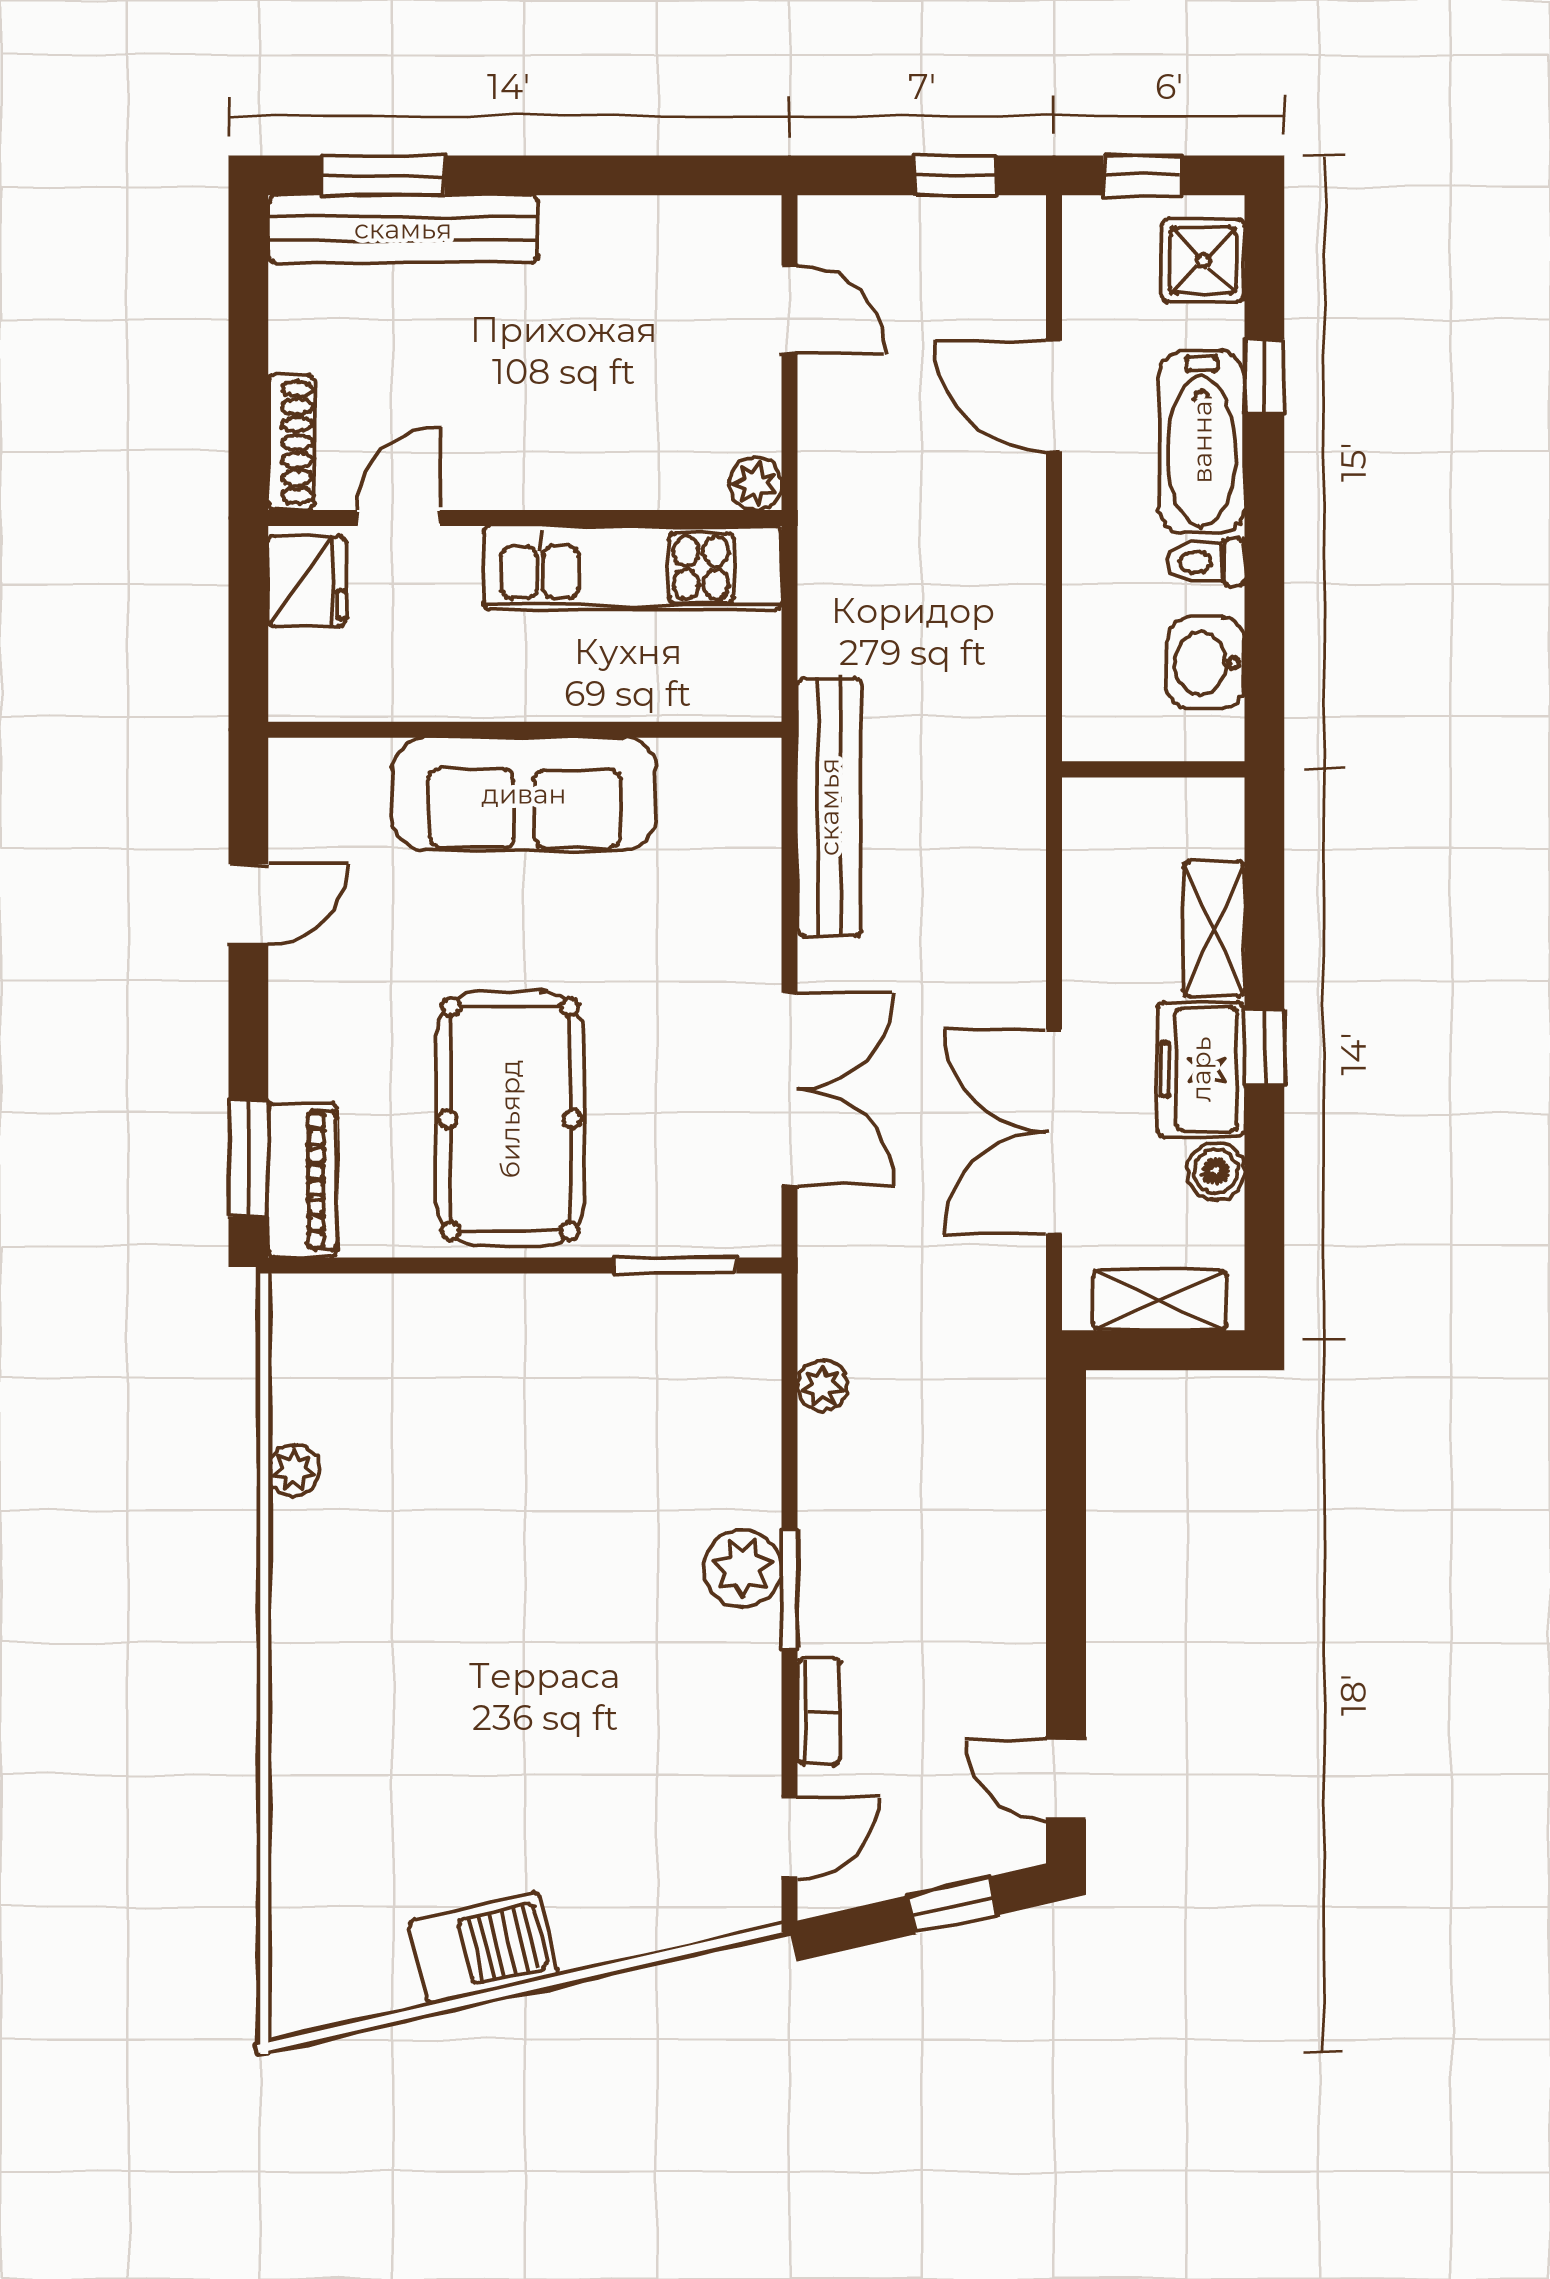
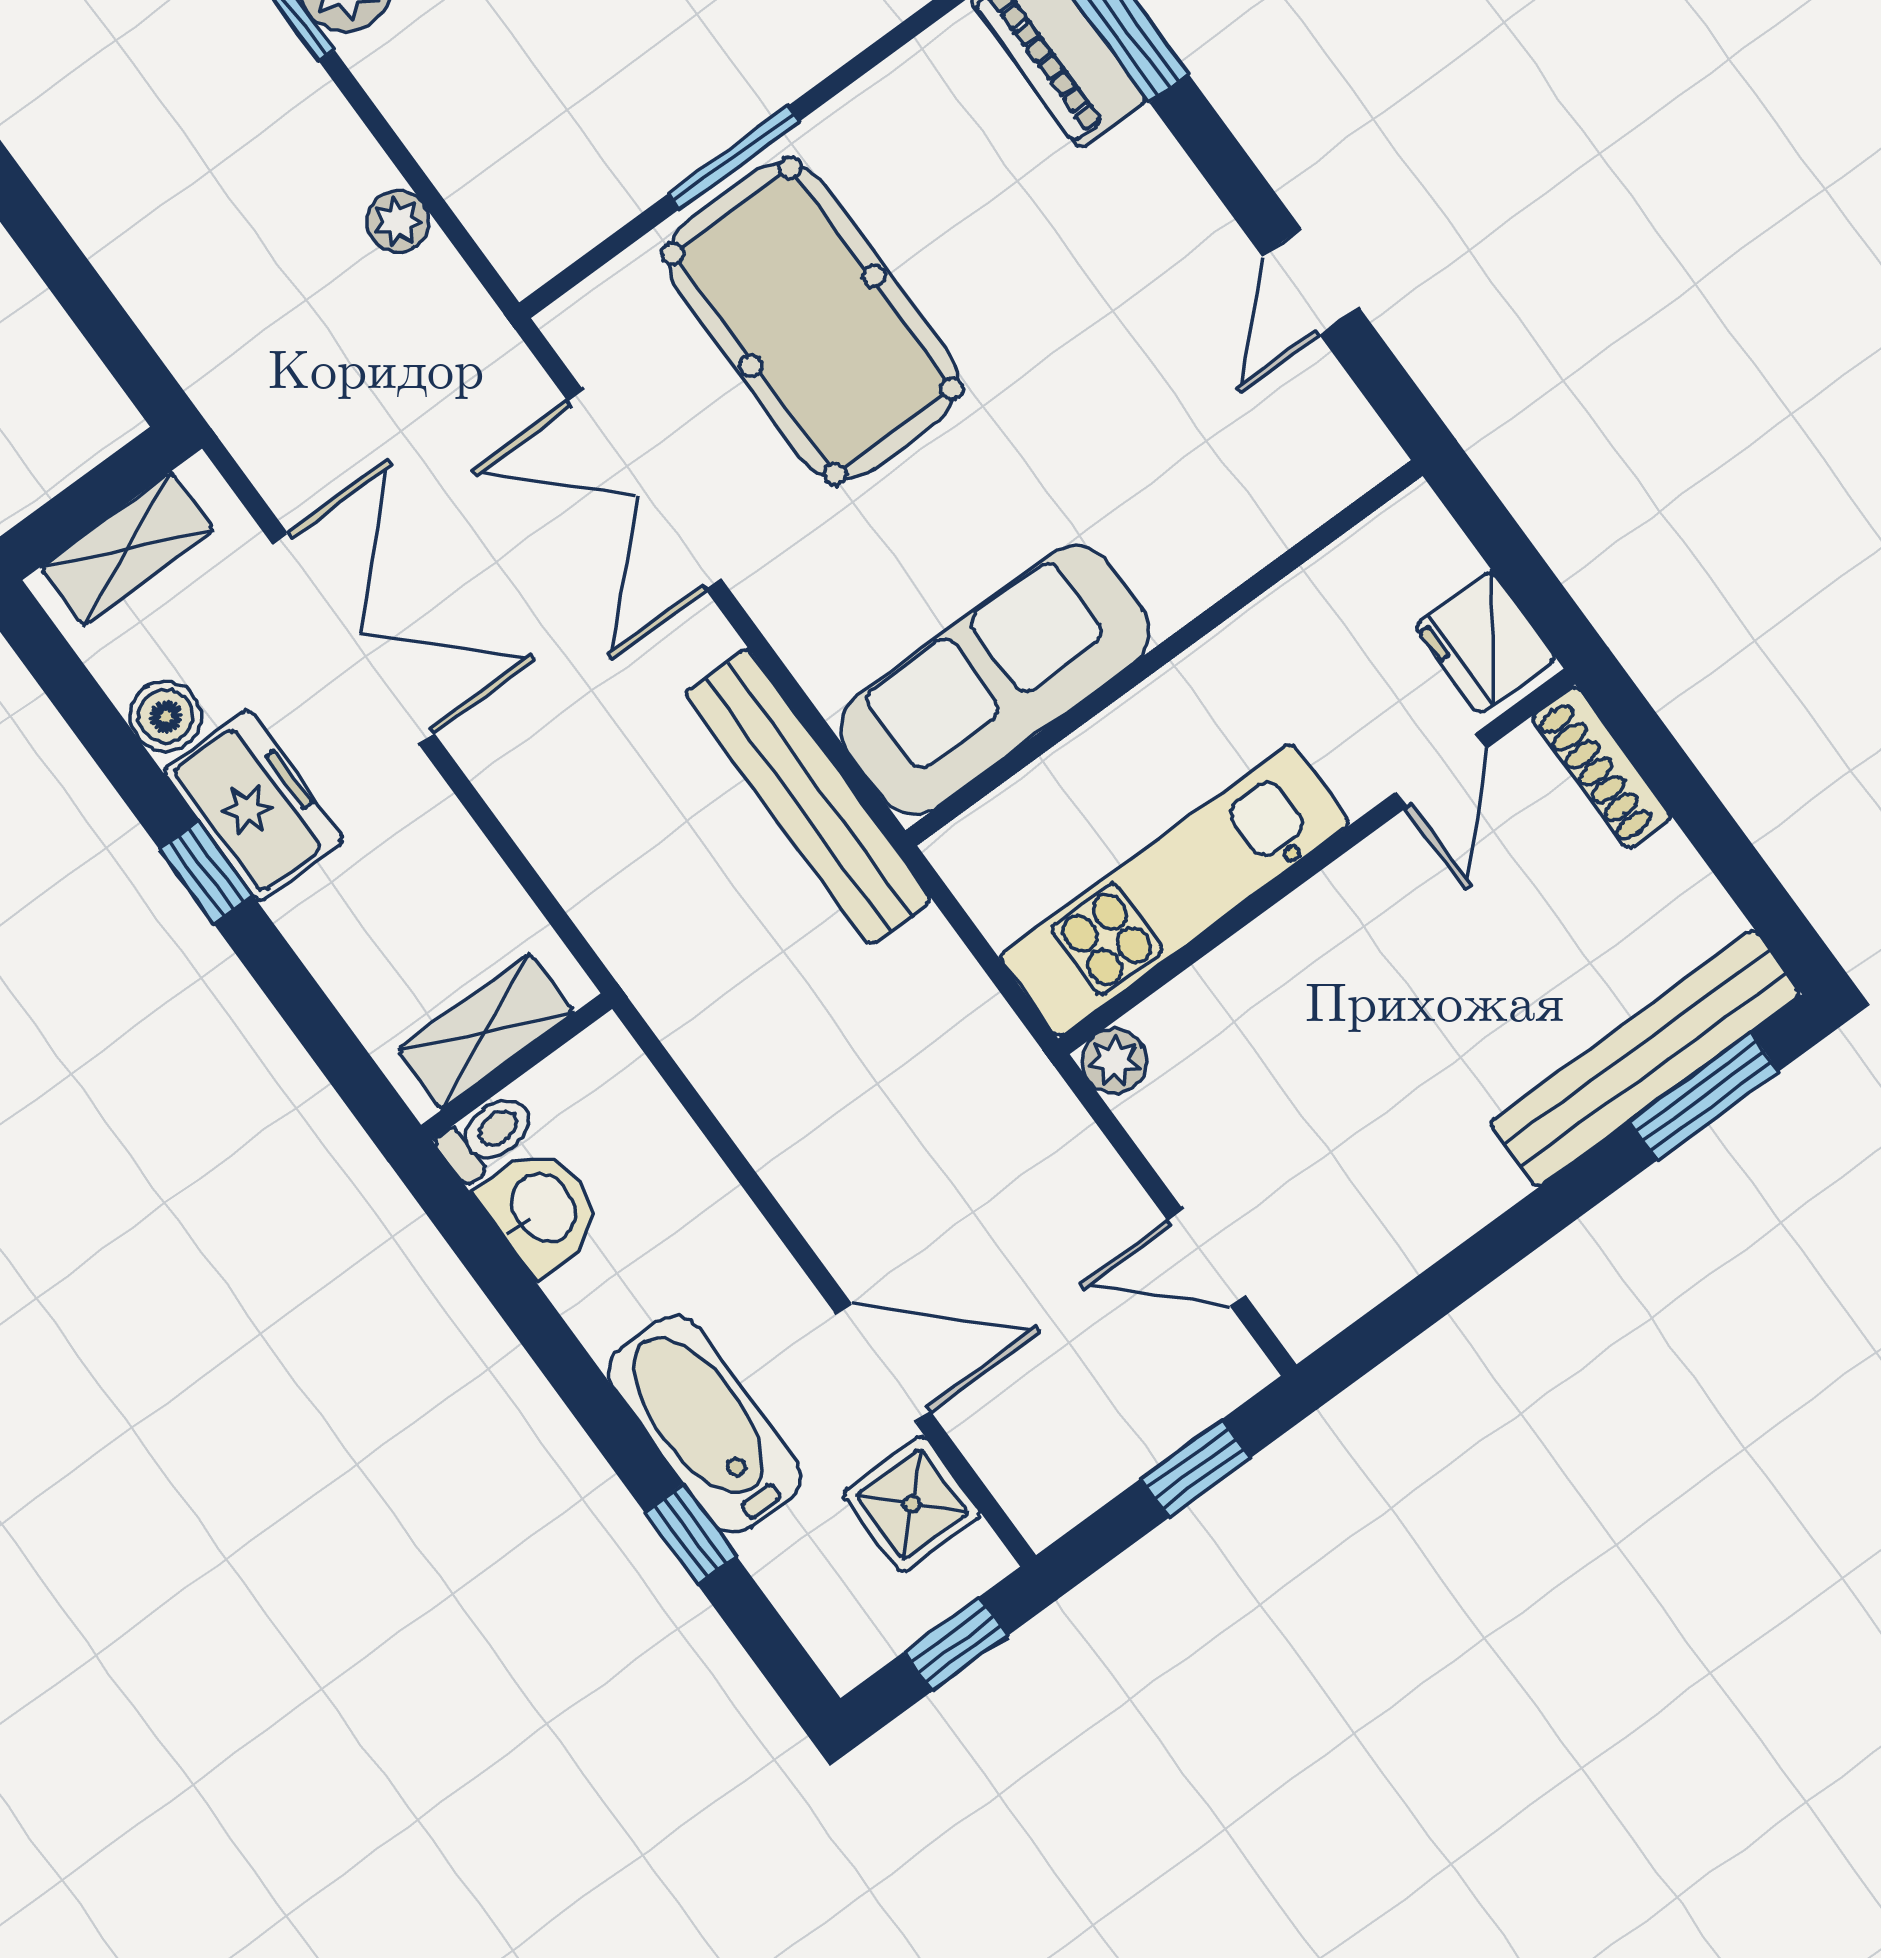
window: (955, 175) -> (1196, 1468), moved
shower: (1203, 261) -> (912, 1504), moved
toilet: (1206, 562) -> (487, 1136), moved
sofa: (524, 794) -> (995, 680), moved
shelving: (1214, 929) -> (486, 1031), moved, turned 90
pool table: (510, 1119) -> (812, 321), moved
window: (675, 1265) -> (734, 158), moved

